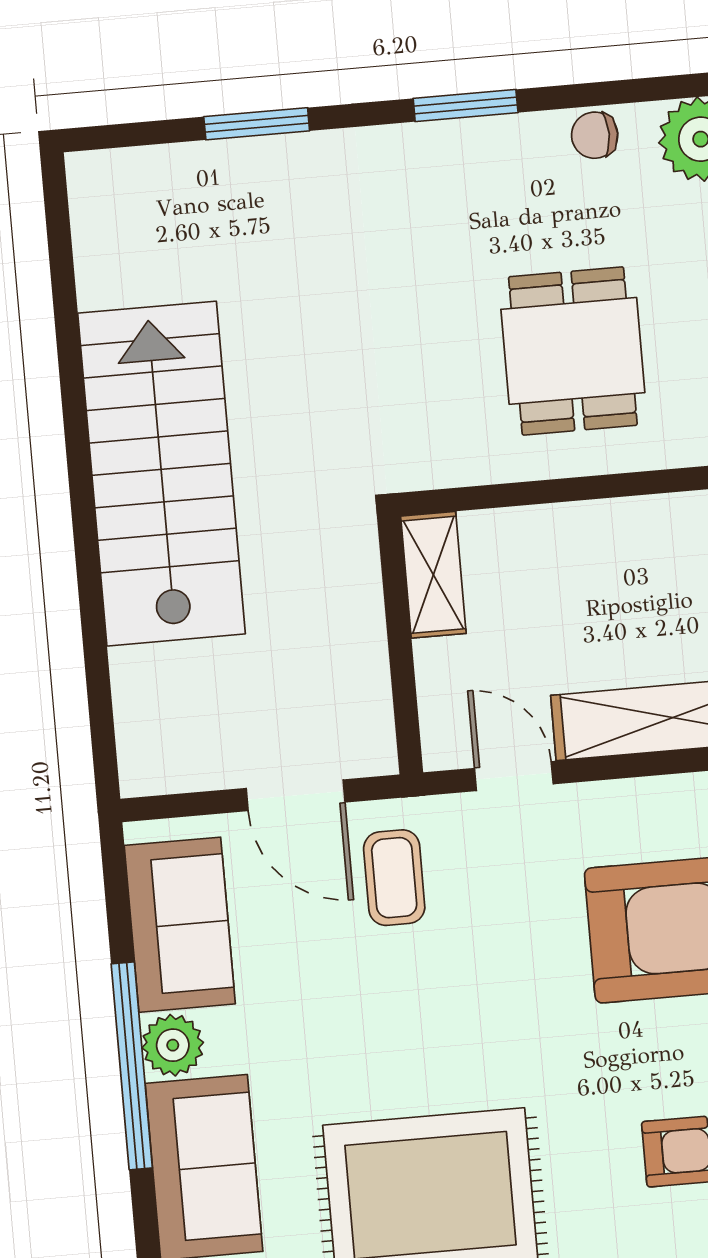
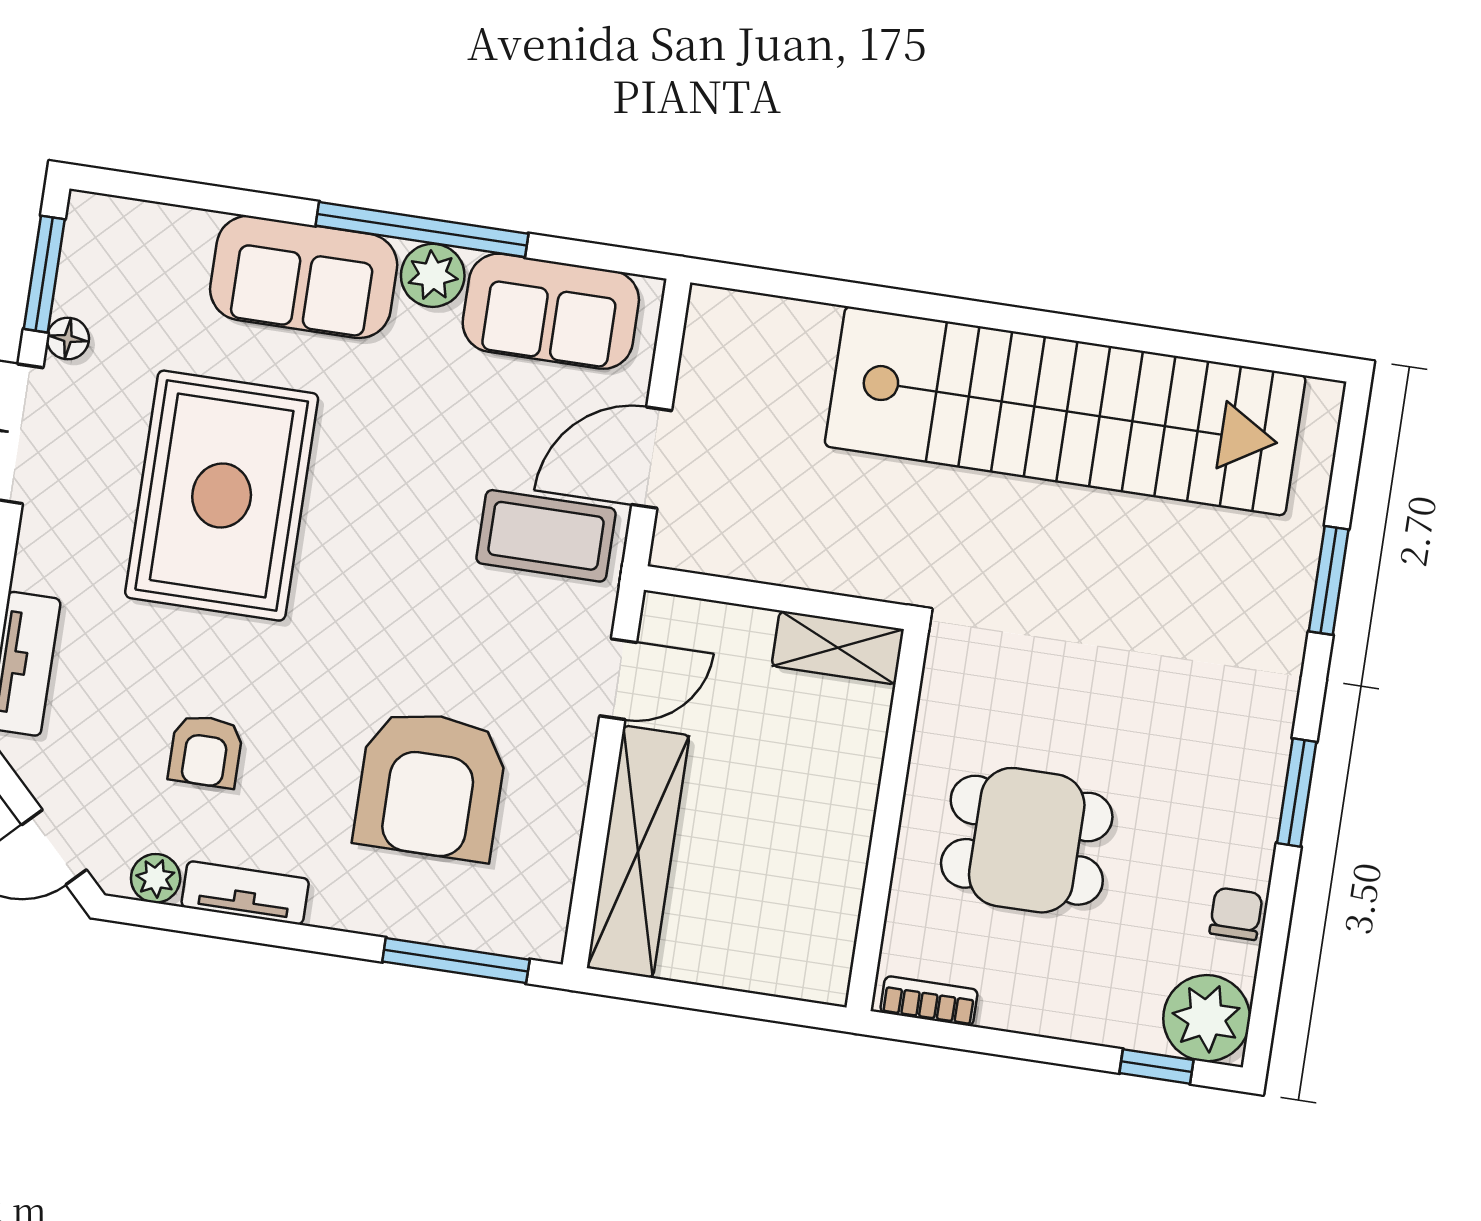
stairs: (162, 474) -> (1065, 411), width x1.36
coffee table: (394, 878) -> (546, 536), width x1.36, depth x1.30

